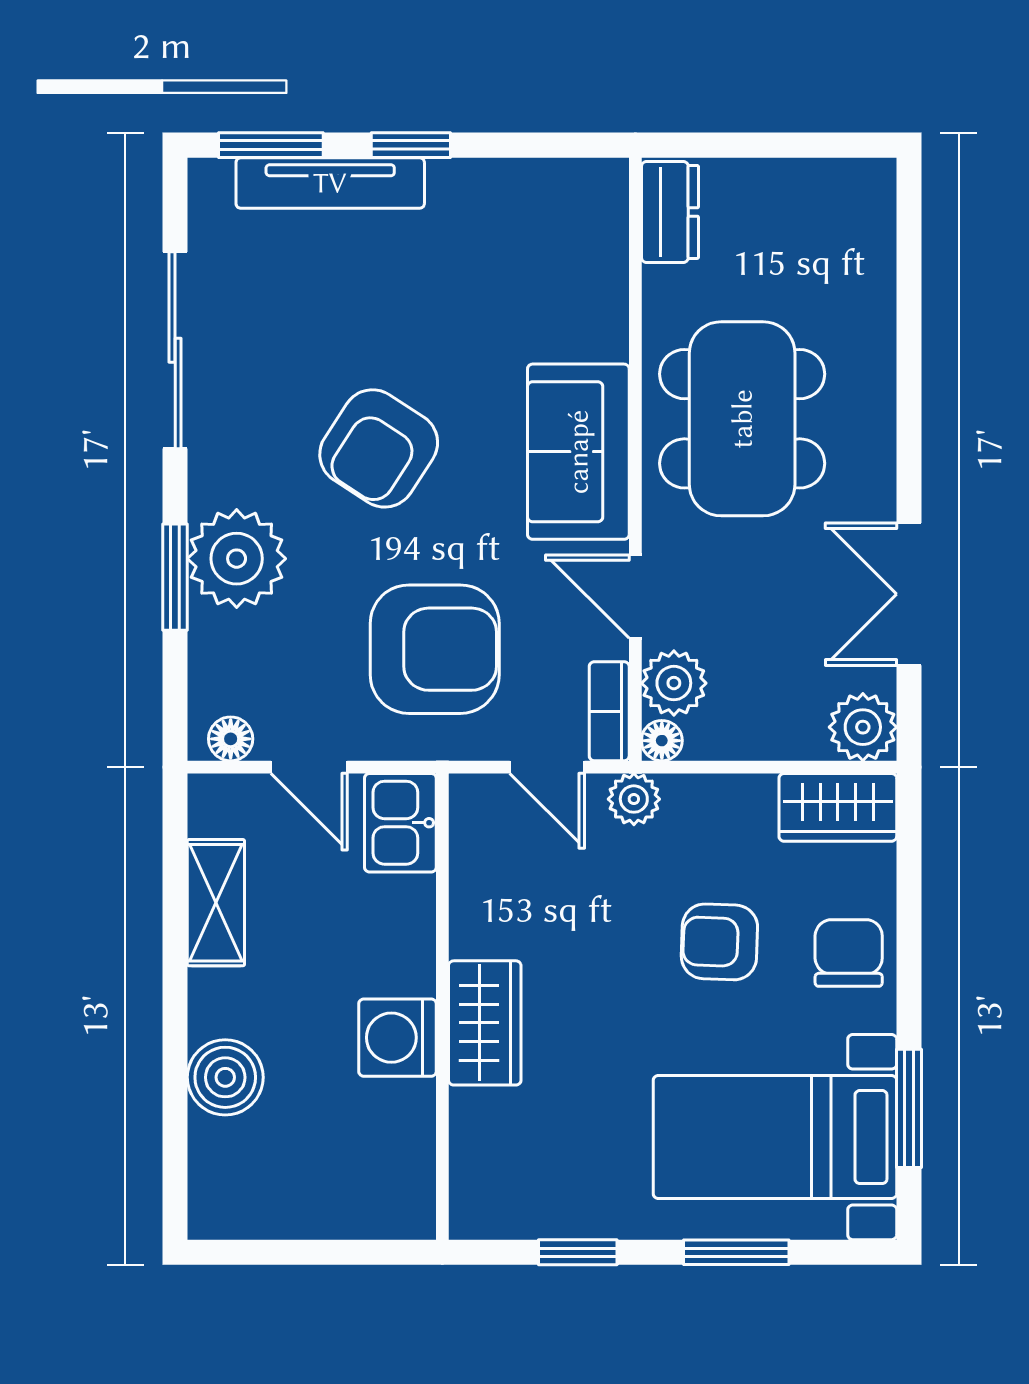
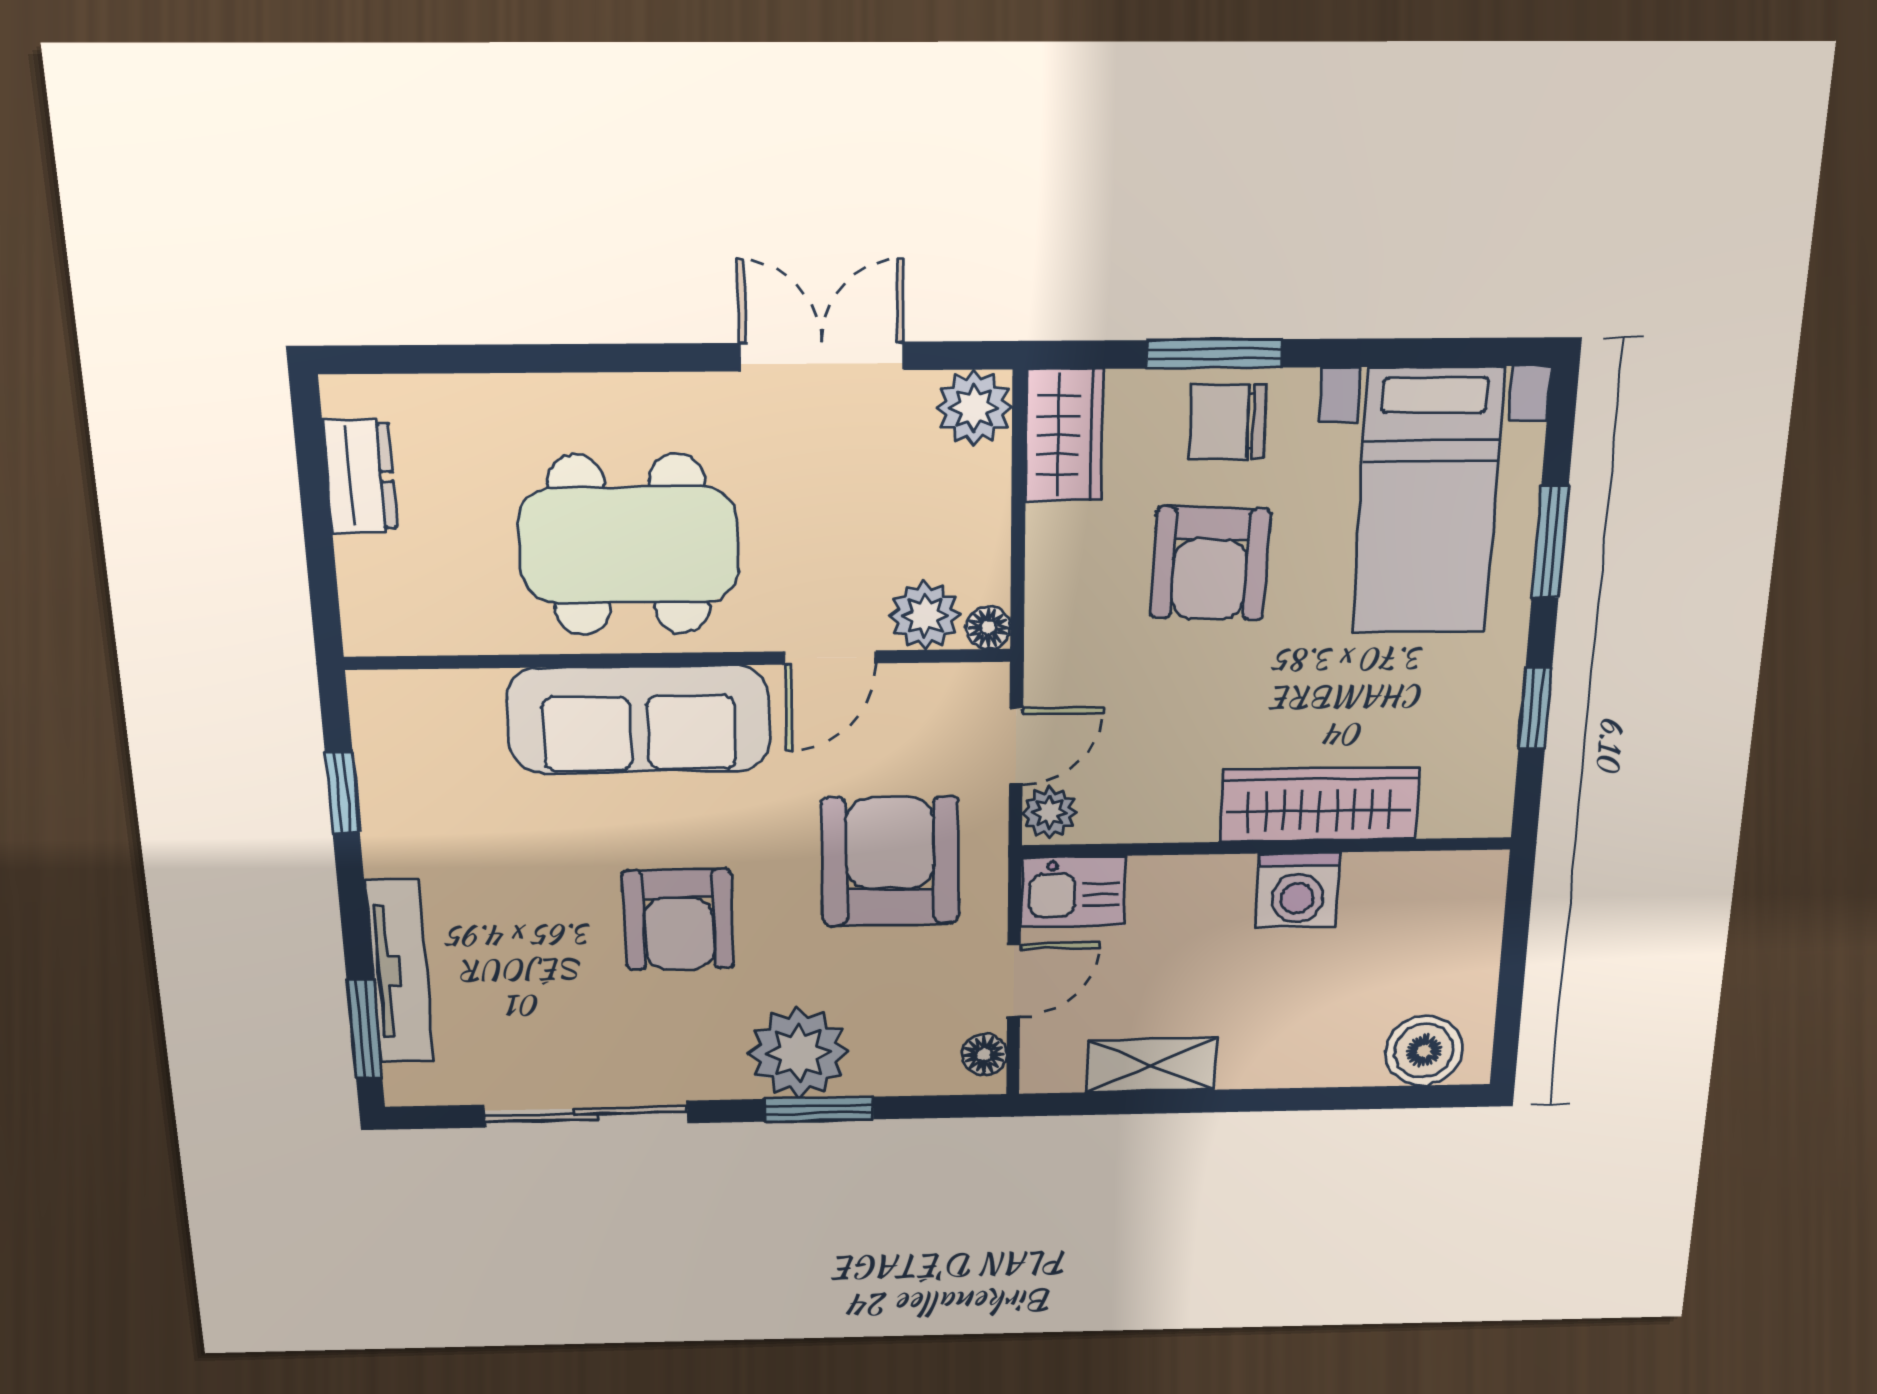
window: (411, 145) -> (342, 792), moved
dresser: (670, 212) -> (360, 476), moved, turned 90
armchair: (379, 448) -> (679, 920), turned 57
sofa: (578, 452) -> (639, 719), width x1.36
double door: (909, 594) -> (822, 357), swing flipped
bookcase: (609, 711) -> (956, 683), removed
plant: (634, 799) -> (1049, 813), moved
armchair: (719, 942) -> (1210, 564), width x1.38, depth x1.38
wardrobe: (485, 1023) -> (1319, 805), width x1.50
boiler: (225, 1077) -> (1424, 1051), moved
window: (909, 1108) -> (1215, 354), moved

